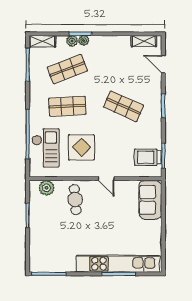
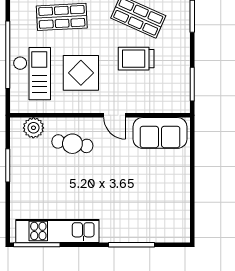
trolley: (148, 157) -> (136, 59), moved
cafe table: (75, 199) -> (72, 144), turned -76
sofa: (150, 200) -> (160, 133), moved, turned -90
kitchen unit: (118, 264) -> (57, 231), moved, width x0.73

